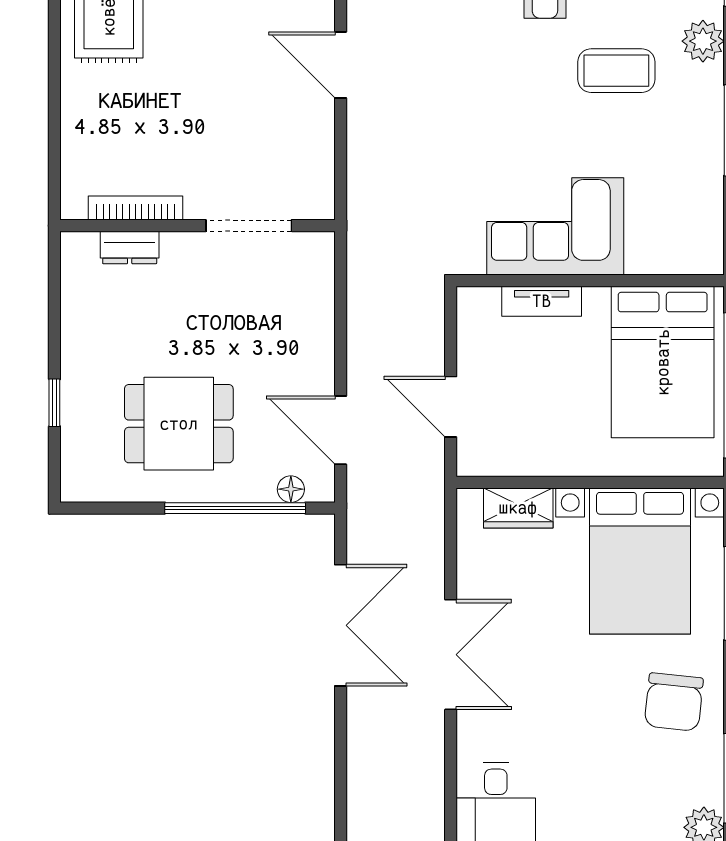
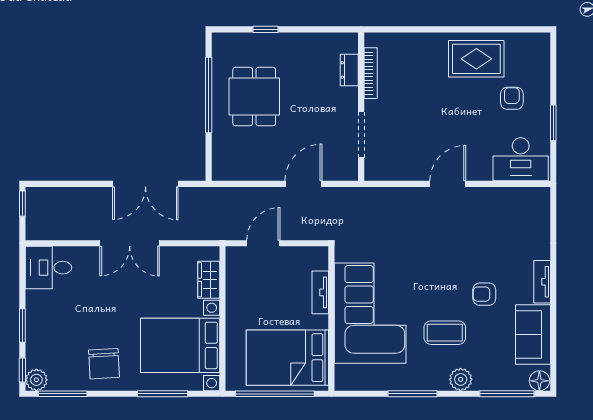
coffee table: (616, 71) -> (445, 333), turned 90
corner sofa: (555, 226) -> (370, 313), width x1.36, depth x1.36
door: (341, 430) -> (304, 184), moved
floor lamp: (291, 489) -> (219, 157), removed
window: (235, 508) -> (209, 95), moved
chair: (674, 702) -> (104, 364), turned -99

